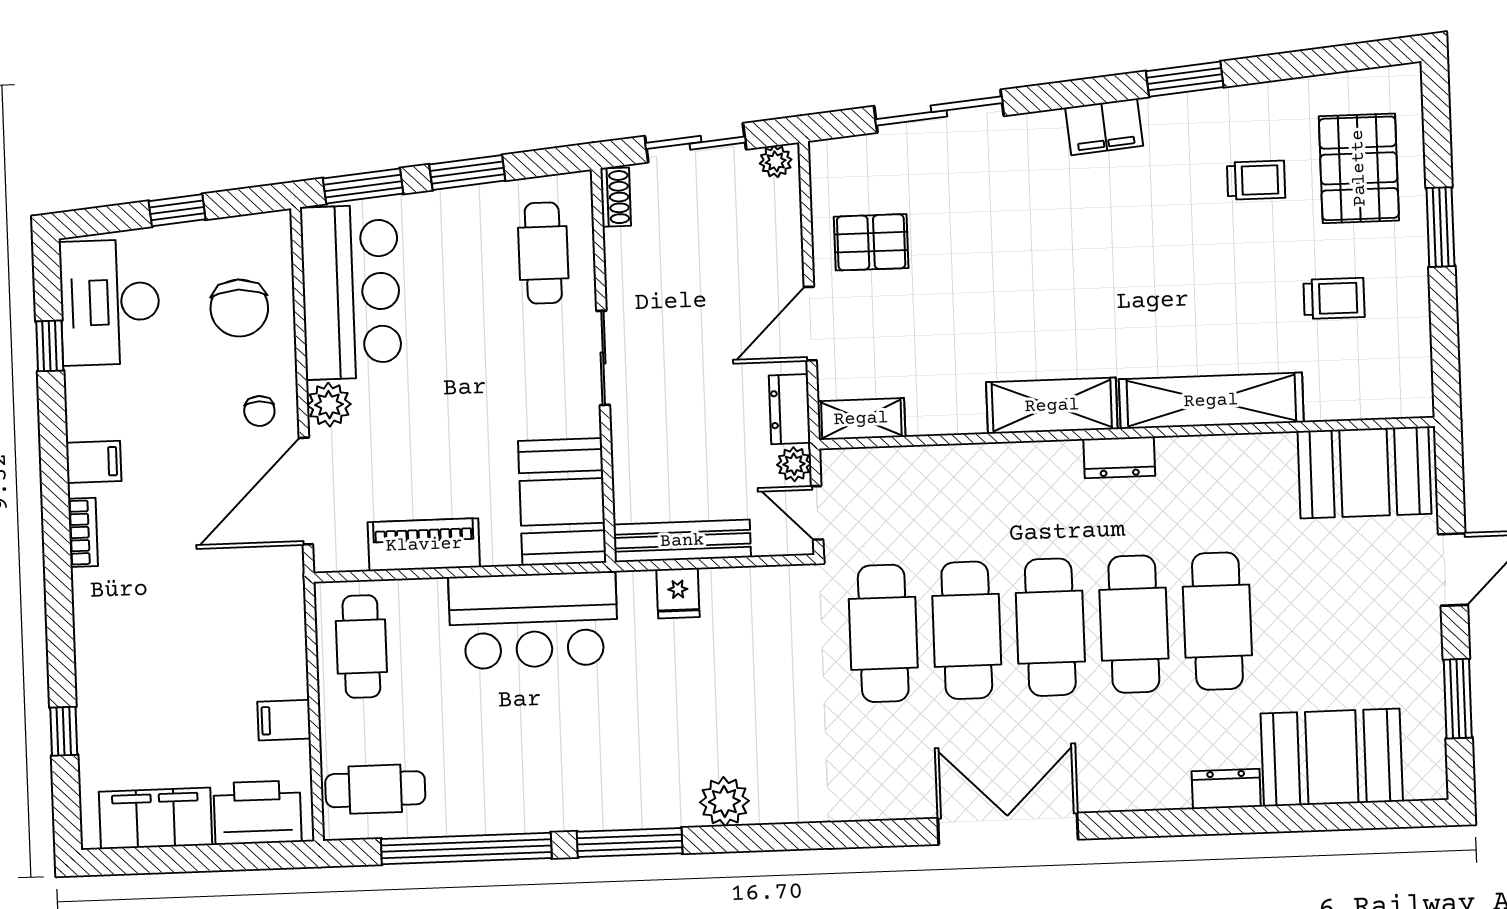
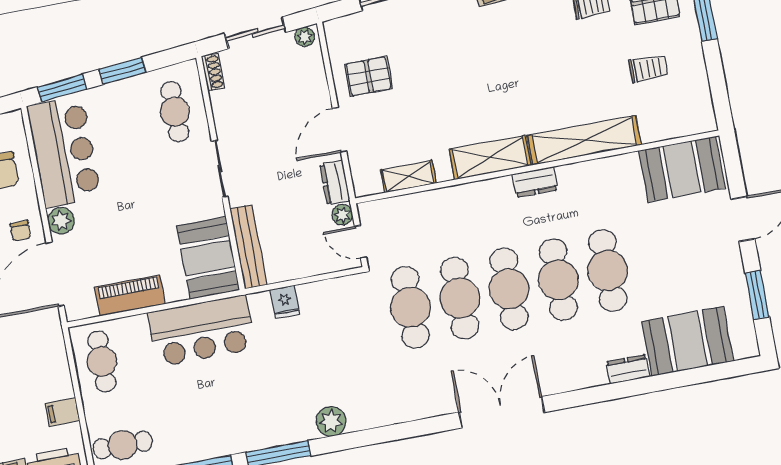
shelving: (861, 419) -> (408, 176), moved
bench: (682, 541) -> (248, 247), moved, turned 90

